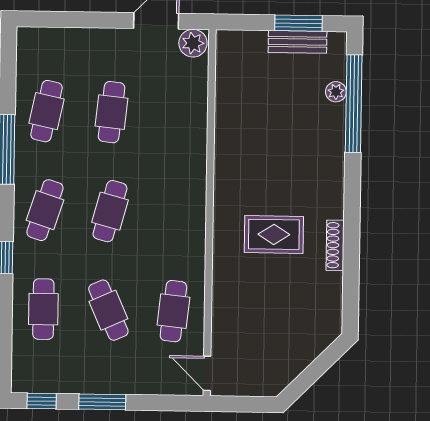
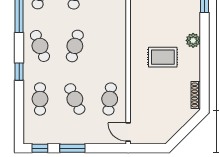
plant: (331, 204) -> (193, 40), added
cafe table: (45, 210) -> (40, 46), turned -39
shoe rack: (335, 245) -> (196, 95), moved

